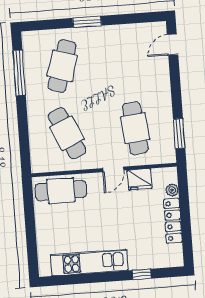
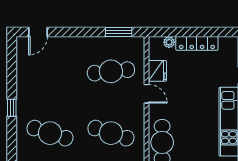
window: (87, 22) -> (12, 108), width x0.67
door: (173, 45) -> (38, 32), hinge flipped
cafe table: (67, 133) -> (111, 133), turned 42

